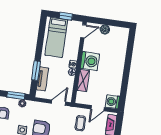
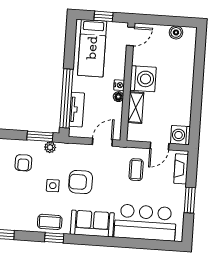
boiler: (105, 30) -> (176, 32), moved
window: (36, 71) -> (66, 98), width x2.11

